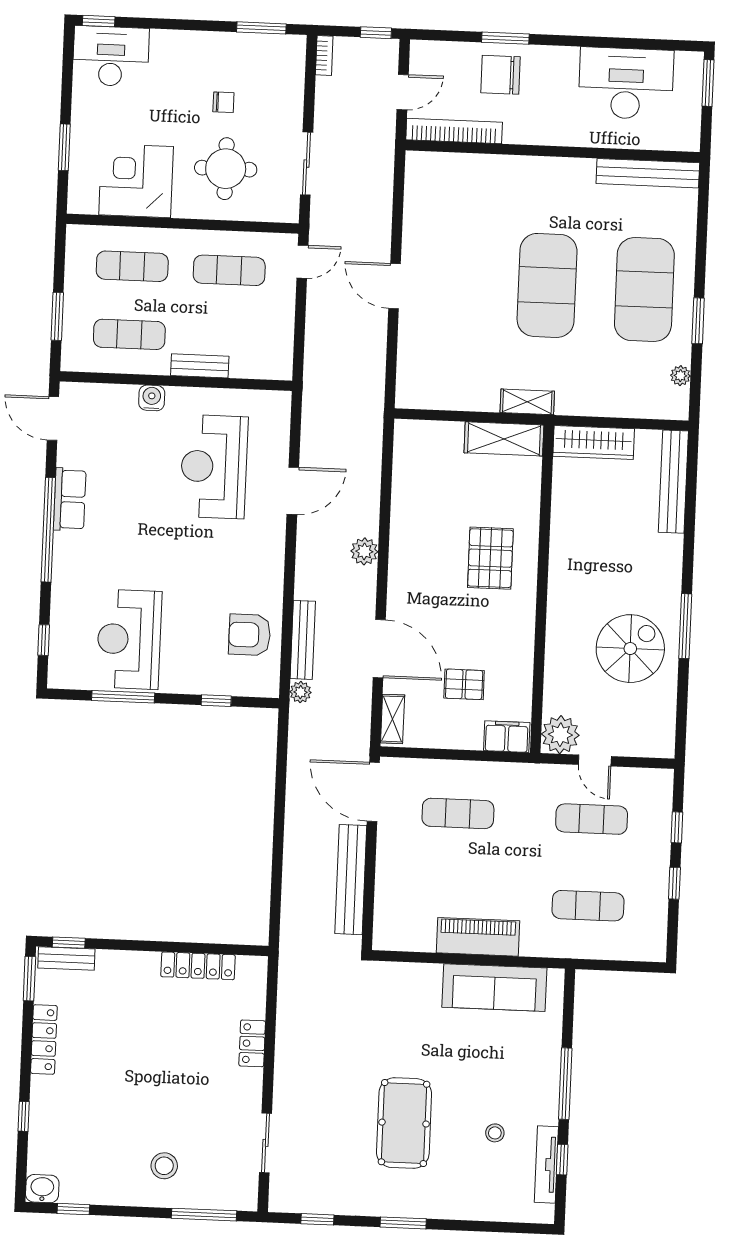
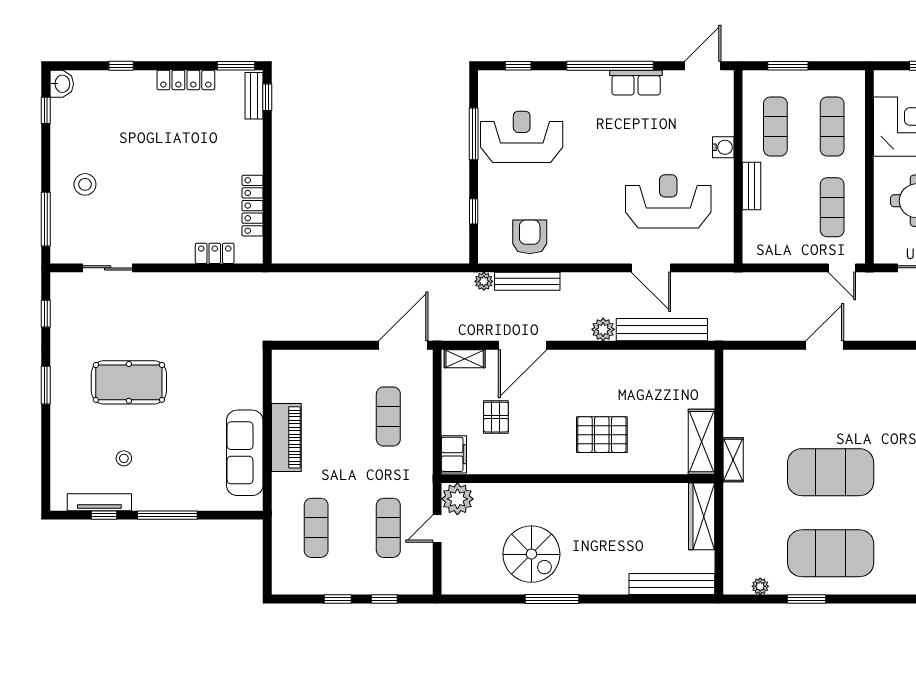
bench: (351, 880) -> (662, 330), moved
locker: (252, 1043) -> (215, 253), moved

